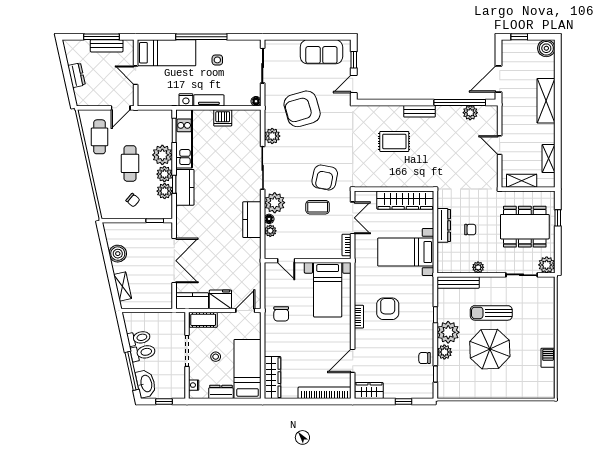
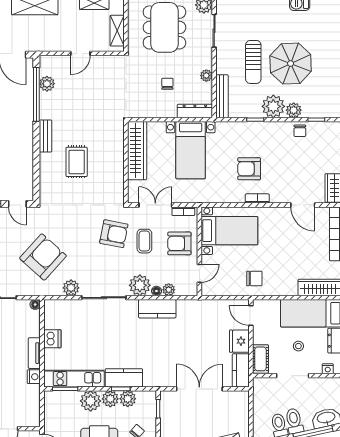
armchair: (302, 109) -> (43, 257), turned -122
dresser: (444, 225) -> (195, 111), moved
armchair: (315, 241) -> (179, 243), added

